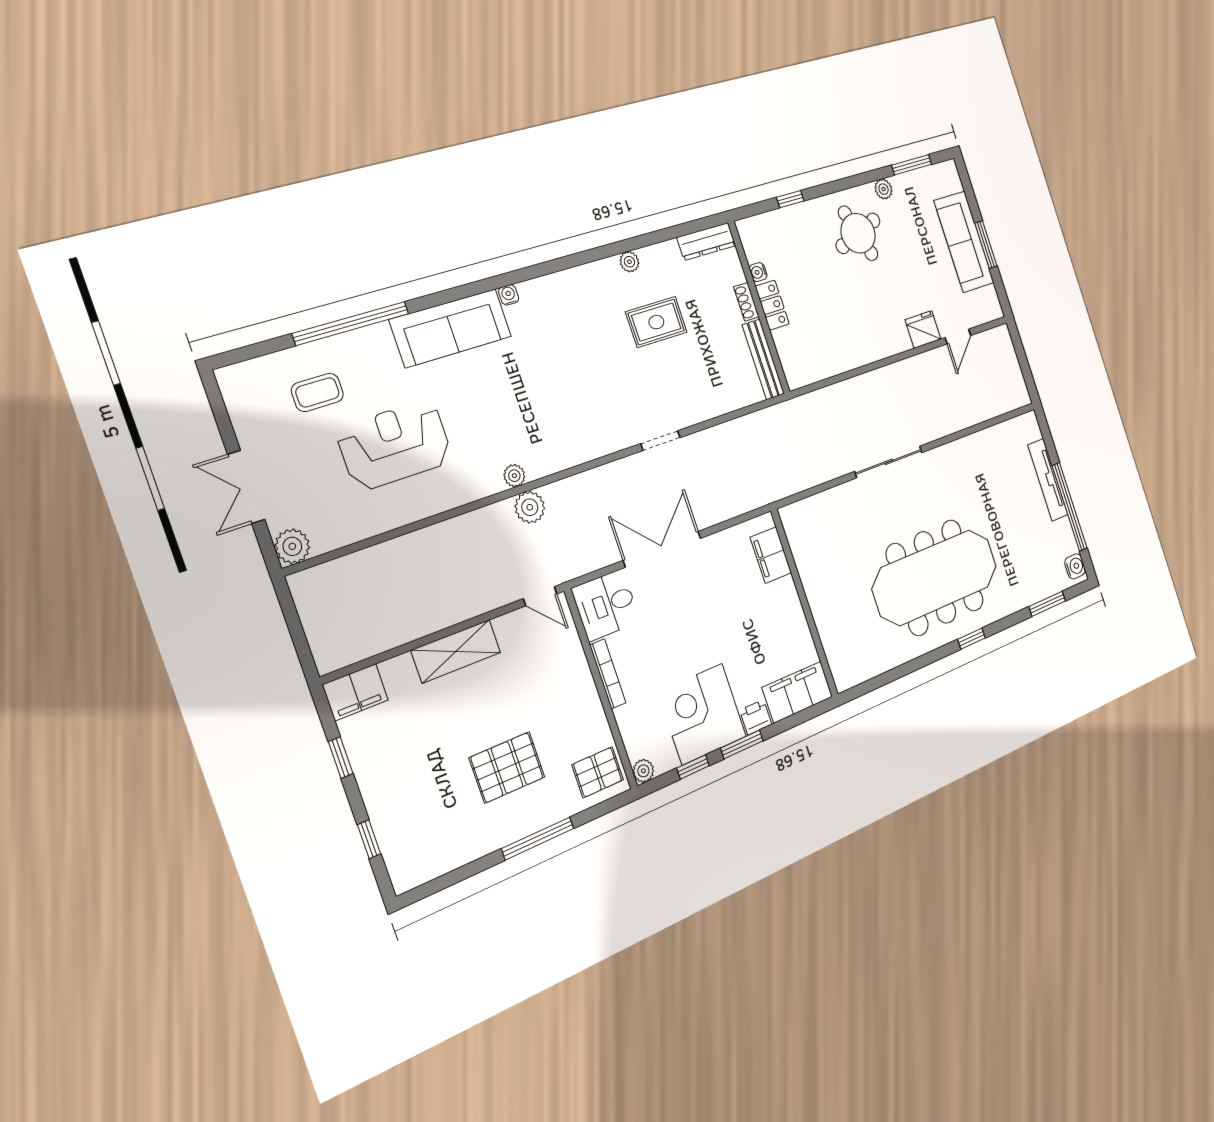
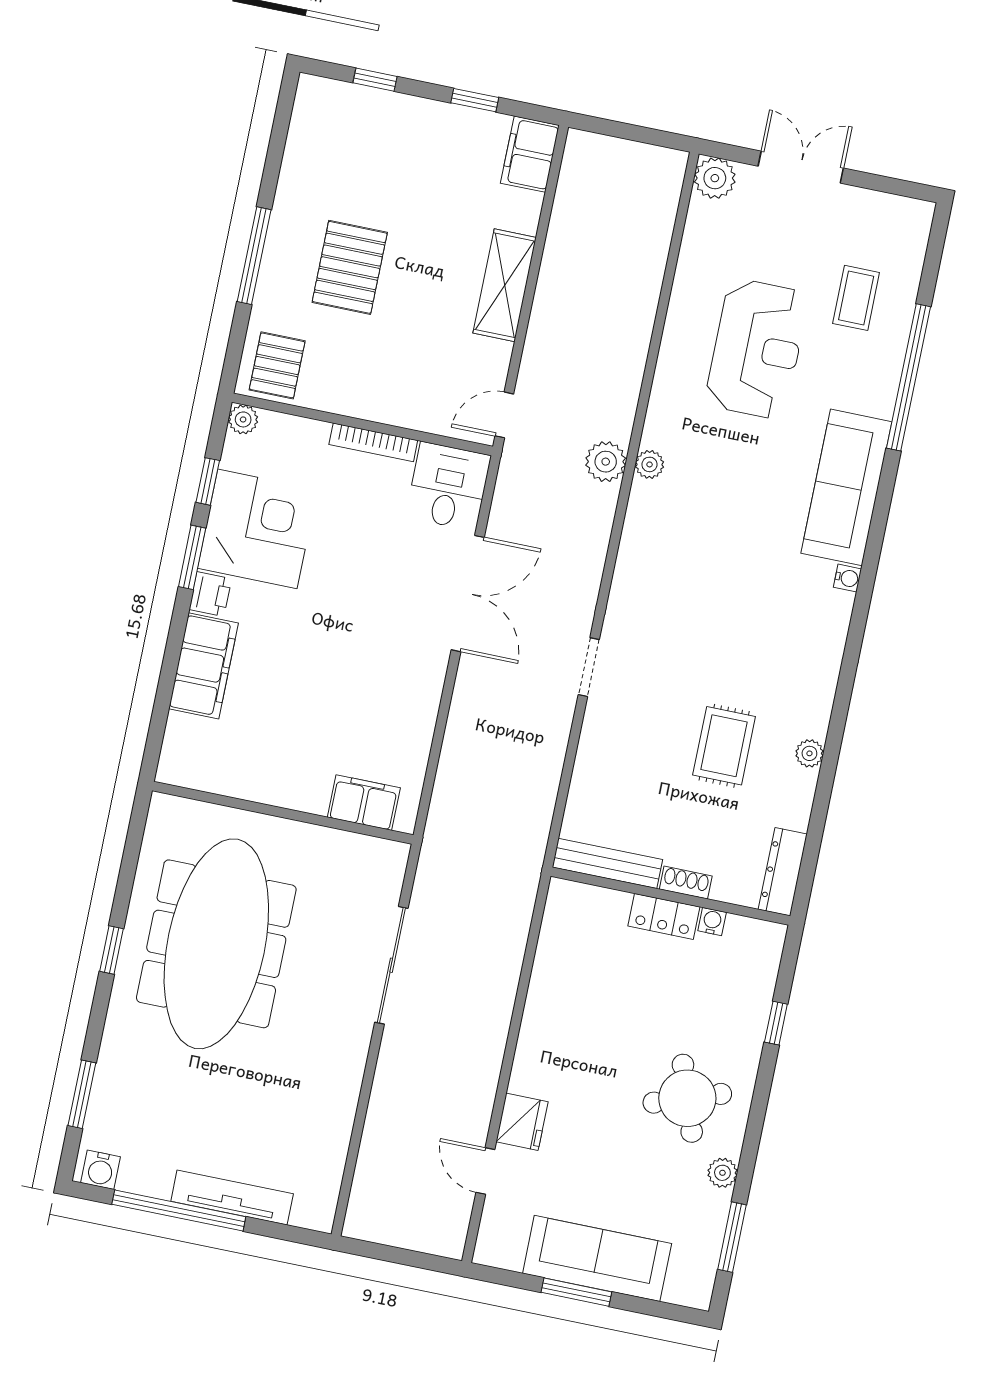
filing cabinet: (771, 555) -> (364, 803), moved
wall: (804, 603) -> (283, 813), moved

